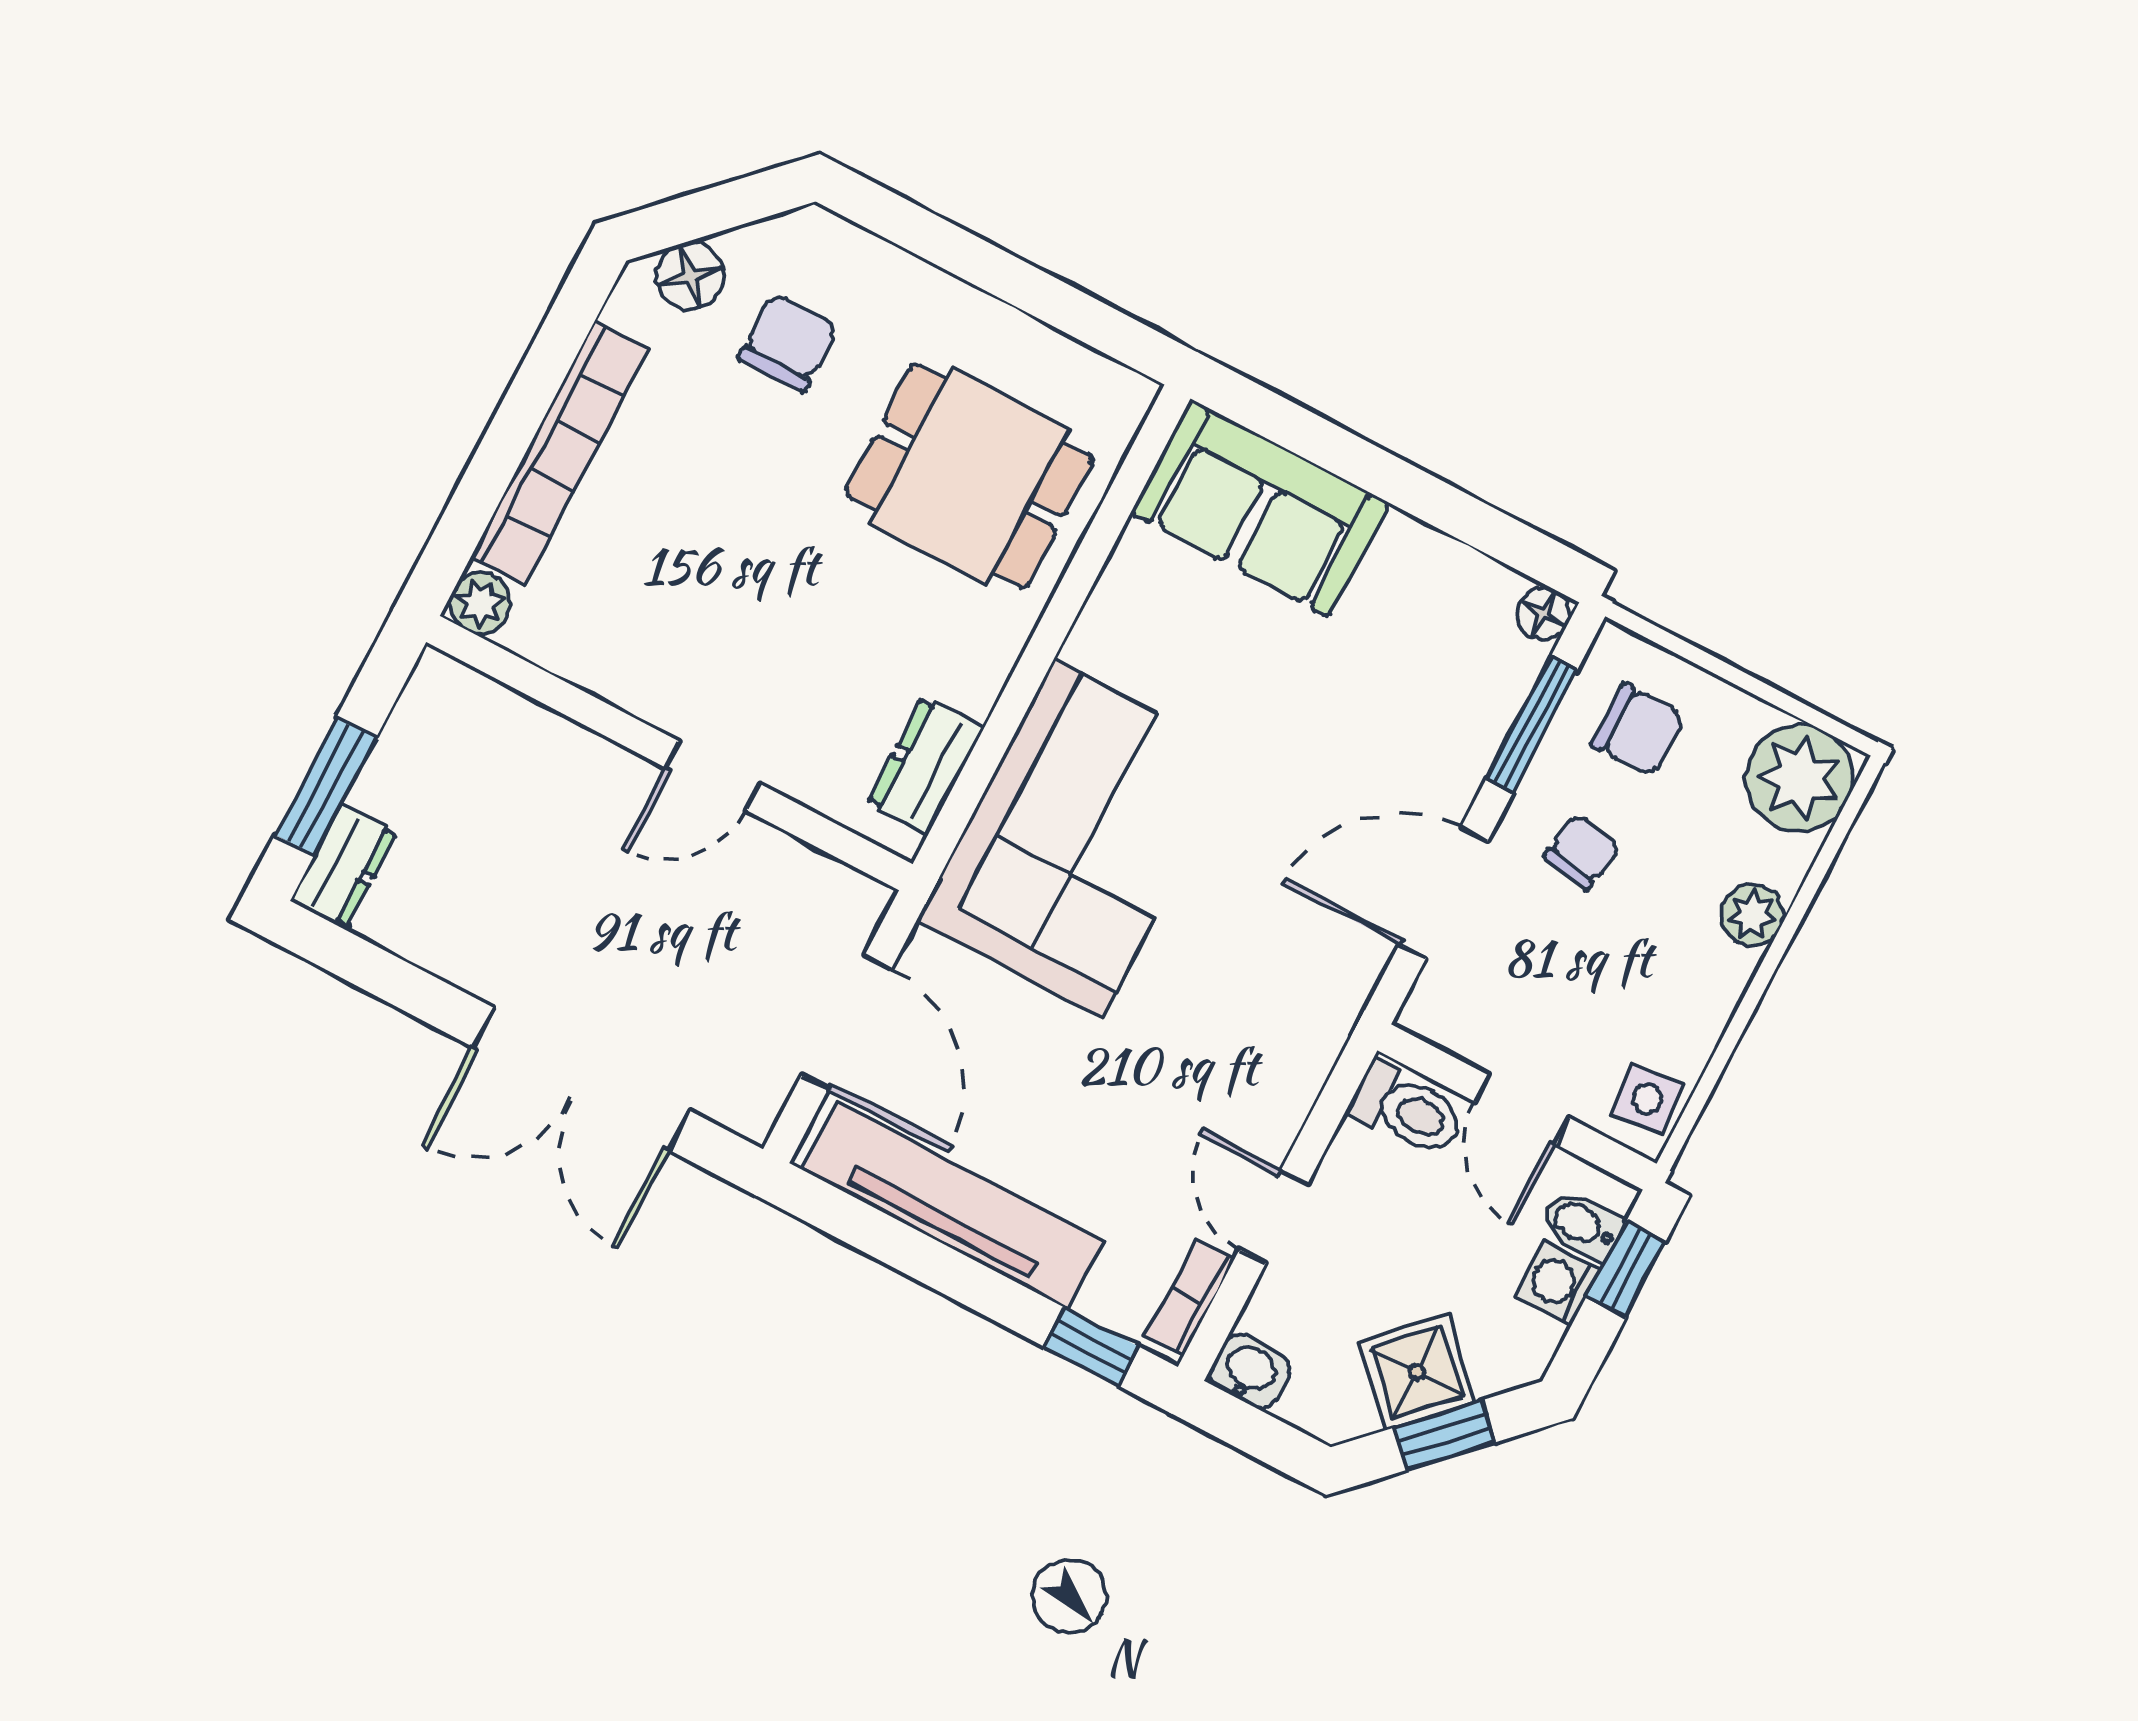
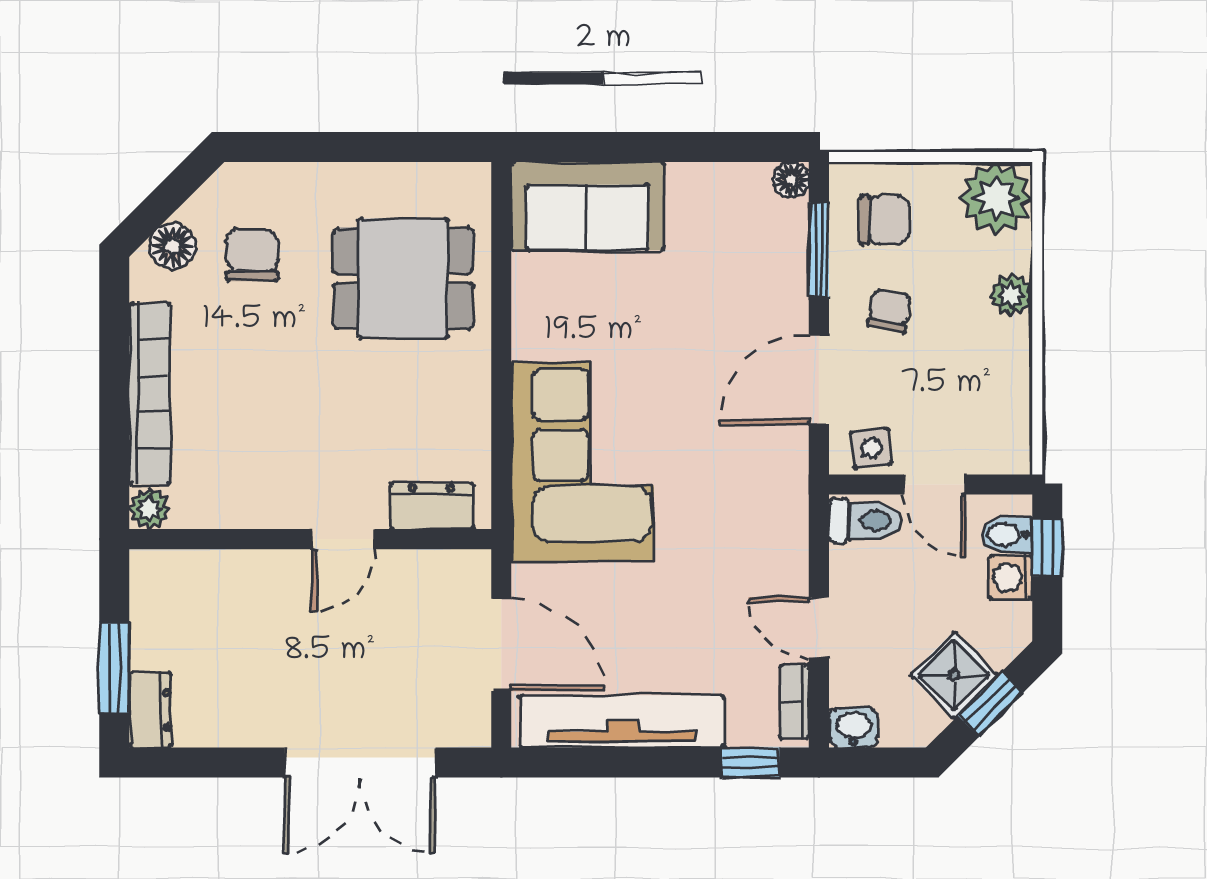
dresser: (925, 766) -> (432, 506), moved, turned 90
side table: (1647, 1099) -> (871, 448), moved

